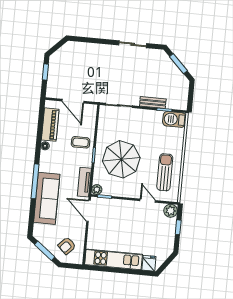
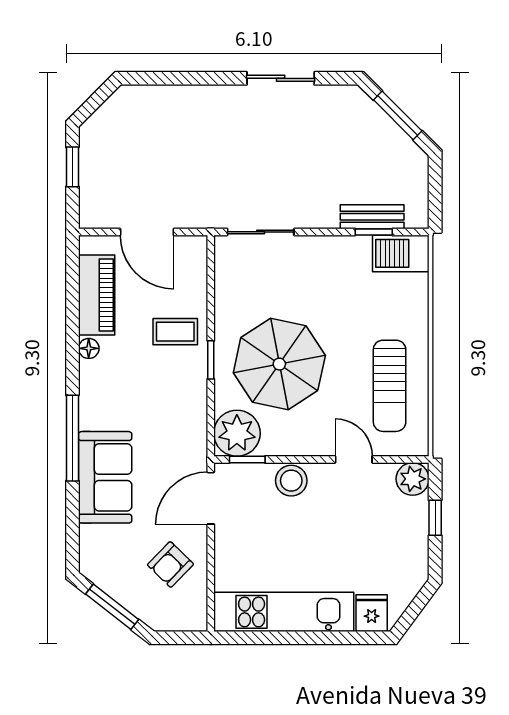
bench: (153, 102) -> (372, 217), moved
sun lounger: (165, 172) -> (390, 386), turned 180
tv unit: (84, 182) -> (194, 429), removed
plant: (97, 190) -> (237, 433), width x1.88, depth x1.88
sofa: (47, 198) -> (105, 477), width x0.73
stool: (122, 207) -> (291, 481), added
door: (88, 211) -> (211, 498), hinge flipped
armchair: (67, 246) -> (170, 564), moved

